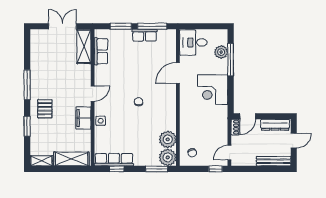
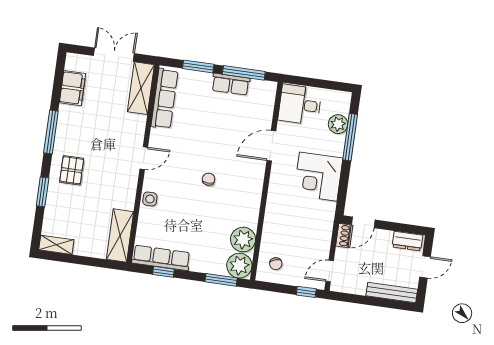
row of seats: (101, 51) -> (164, 99), width x1.48
filing cabinet: (83, 118) -> (72, 88), moved, turned 180
dresser: (275, 125) -> (407, 241), width x0.70
shelving: (71, 159) -> (120, 235), moved, turned 90

